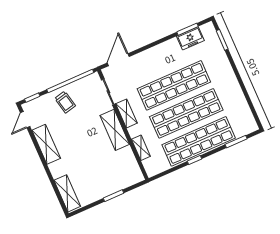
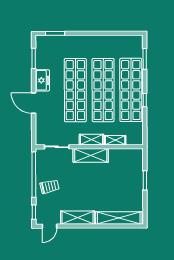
freezer: (190, 38) -> (42, 80), moved
door: (118, 60) -> (34, 103), moved
shelving: (127, 113) -> (92, 140), moved
door: (25, 120) -> (49, 226), hinge flipped
shelving: (67, 193) -> (119, 218), width x1.47

